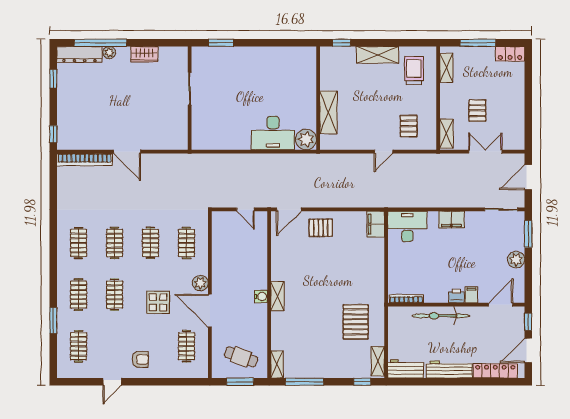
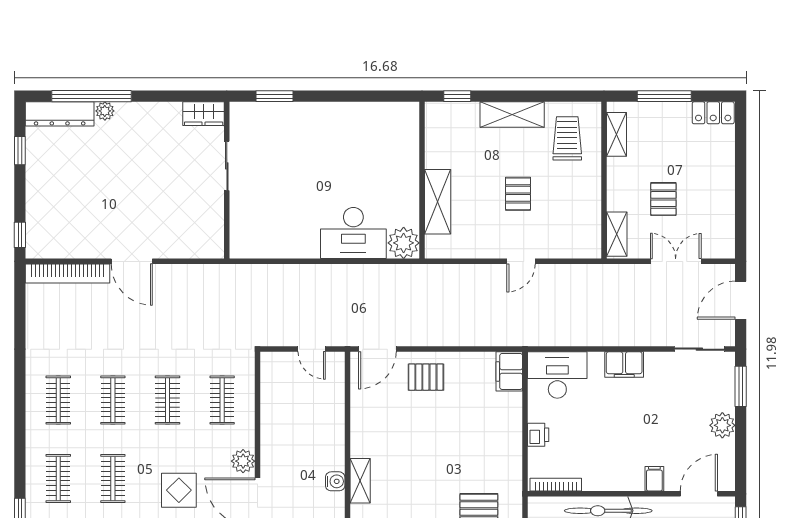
wardrobe: (144, 54) -> (204, 114), moved
pallet: (409, 126) -> (518, 194), moved
printer: (456, 296) -> (538, 435), moved, turned 90

